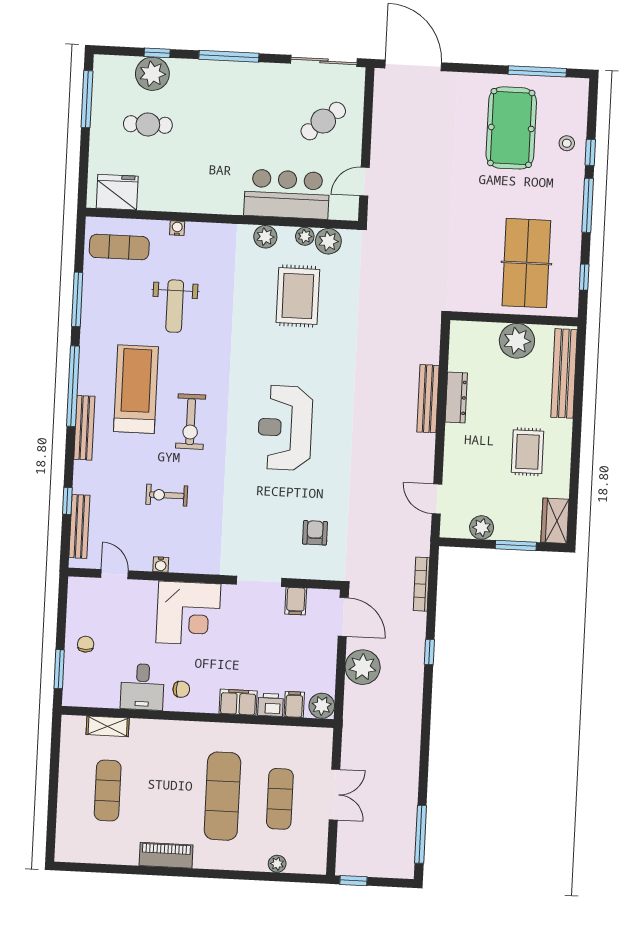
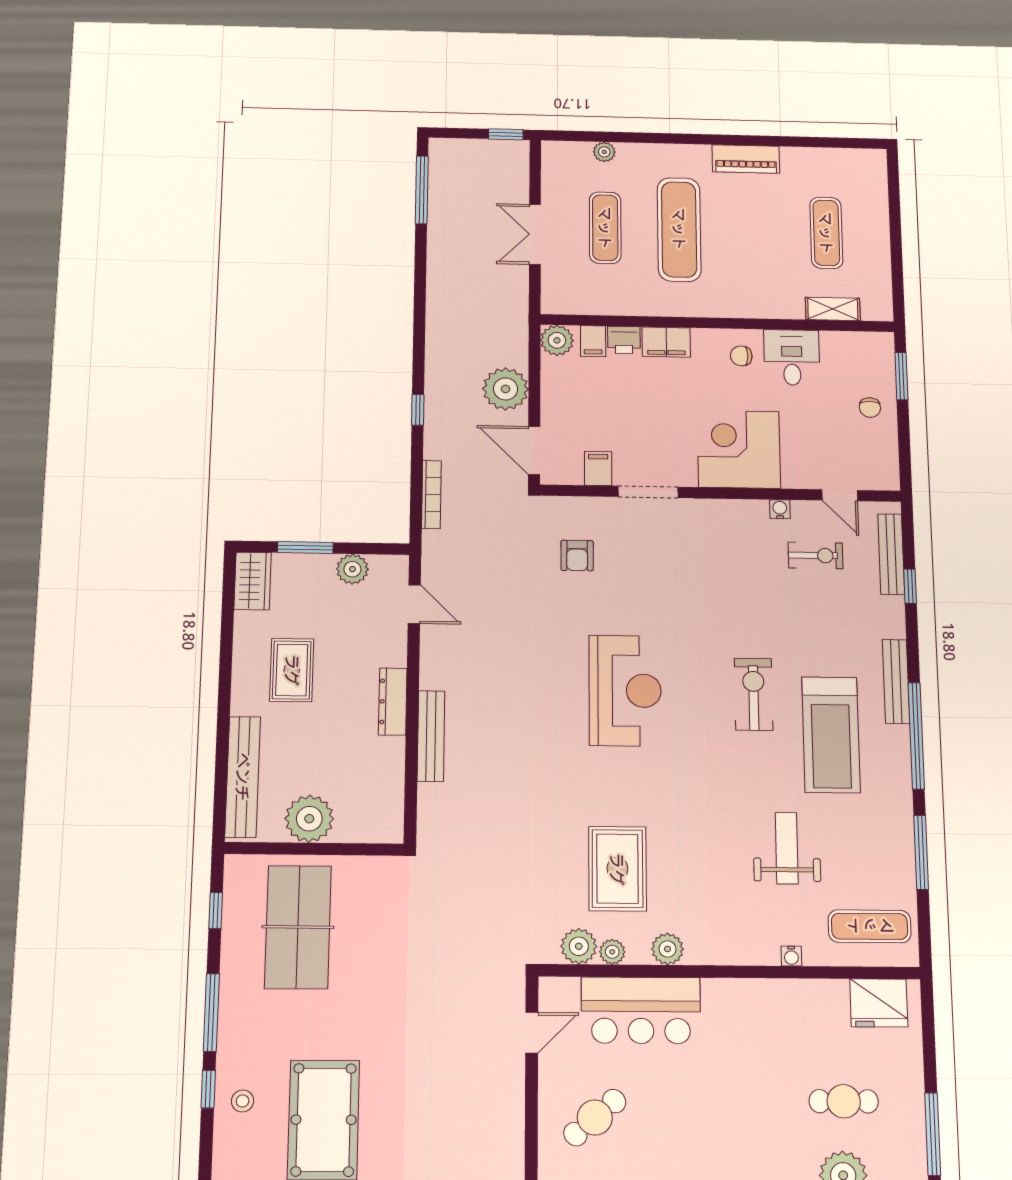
dresser: (456, 398) -> (393, 702), moved
exercise bike: (167, 495) -> (816, 555), moved

